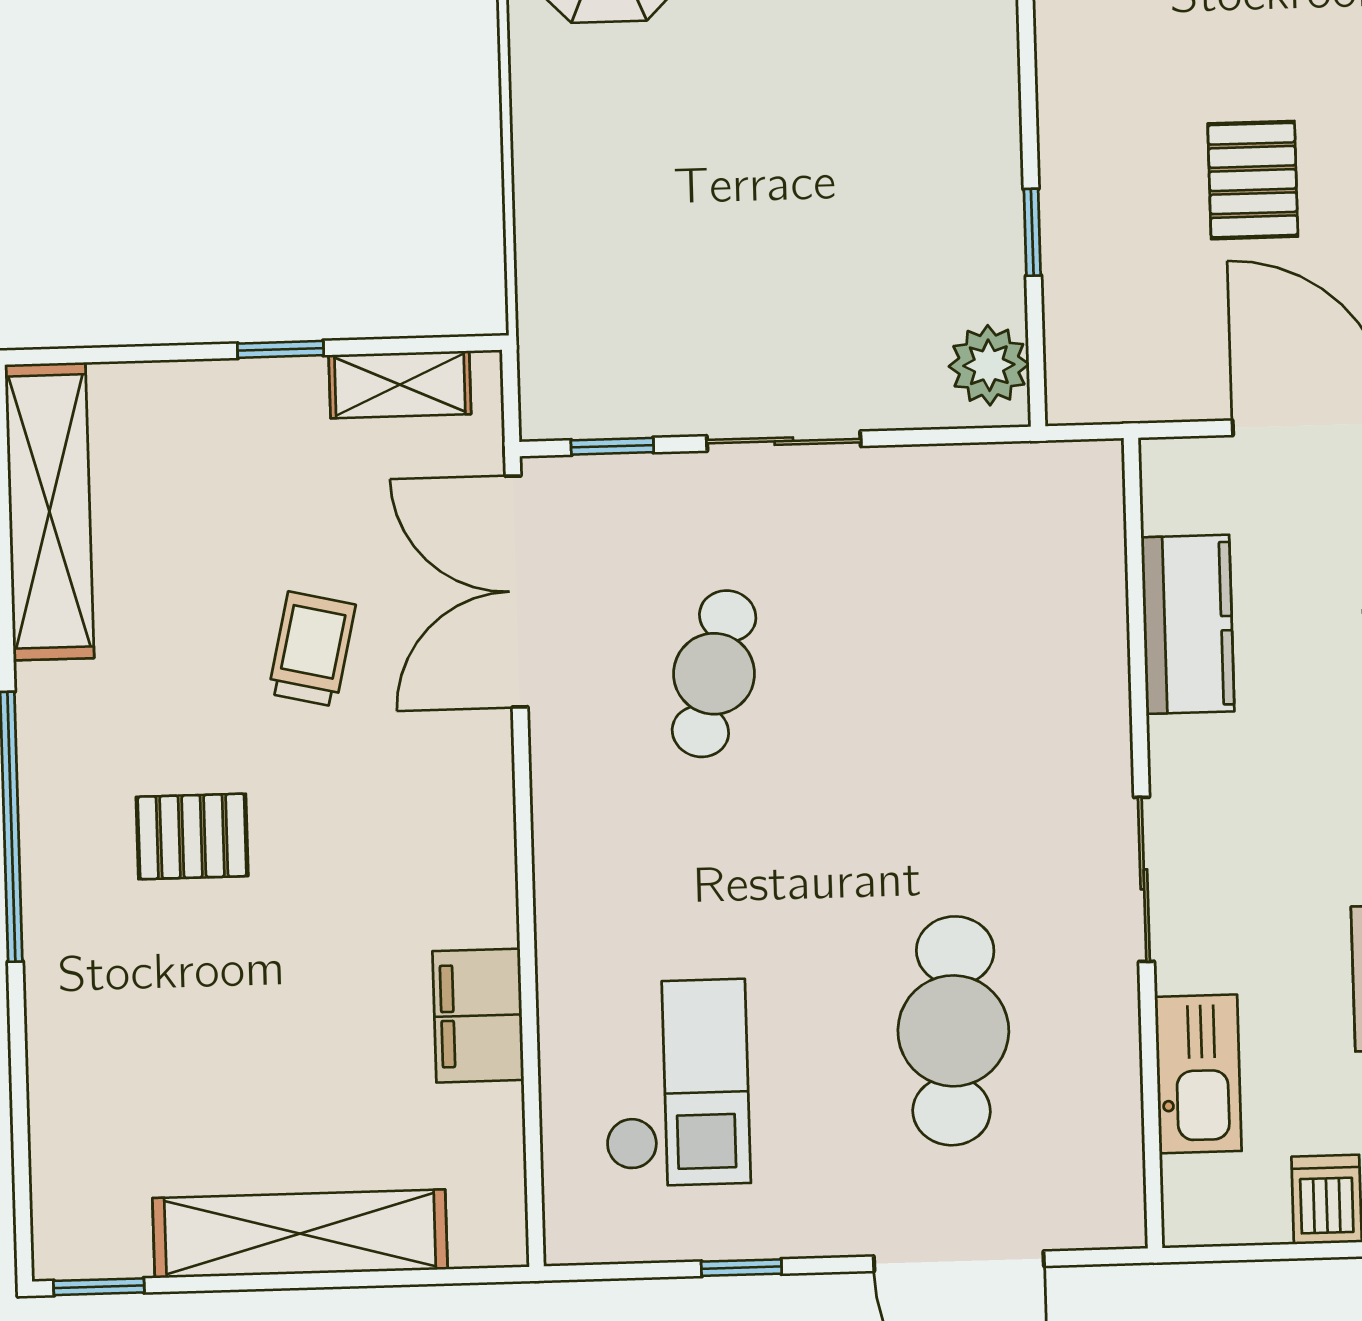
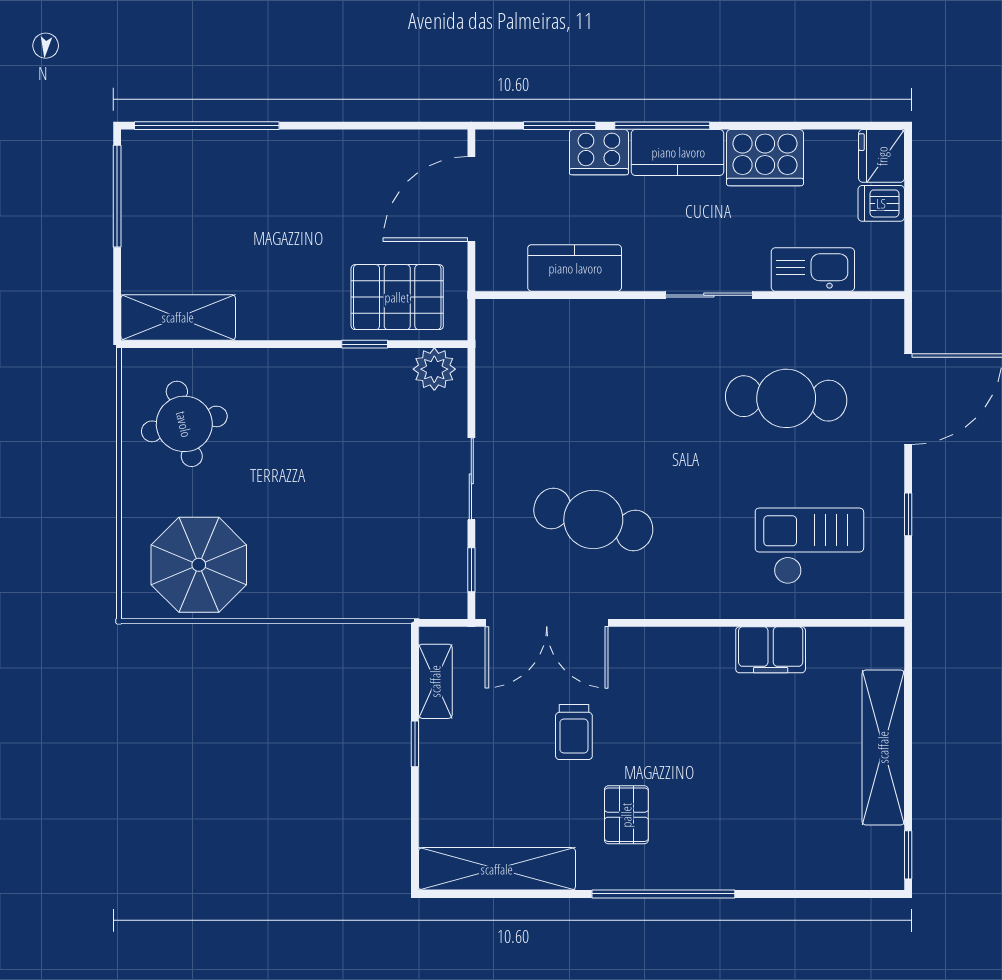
pallet: (1253, 180) -> (397, 297), moved, width x1.50, depth x1.42
trolley: (312, 649) -> (574, 732), turned -103
cafe table: (714, 674) -> (593, 519), width x1.37, depth x1.35
pallet: (192, 836) -> (626, 815), moved

